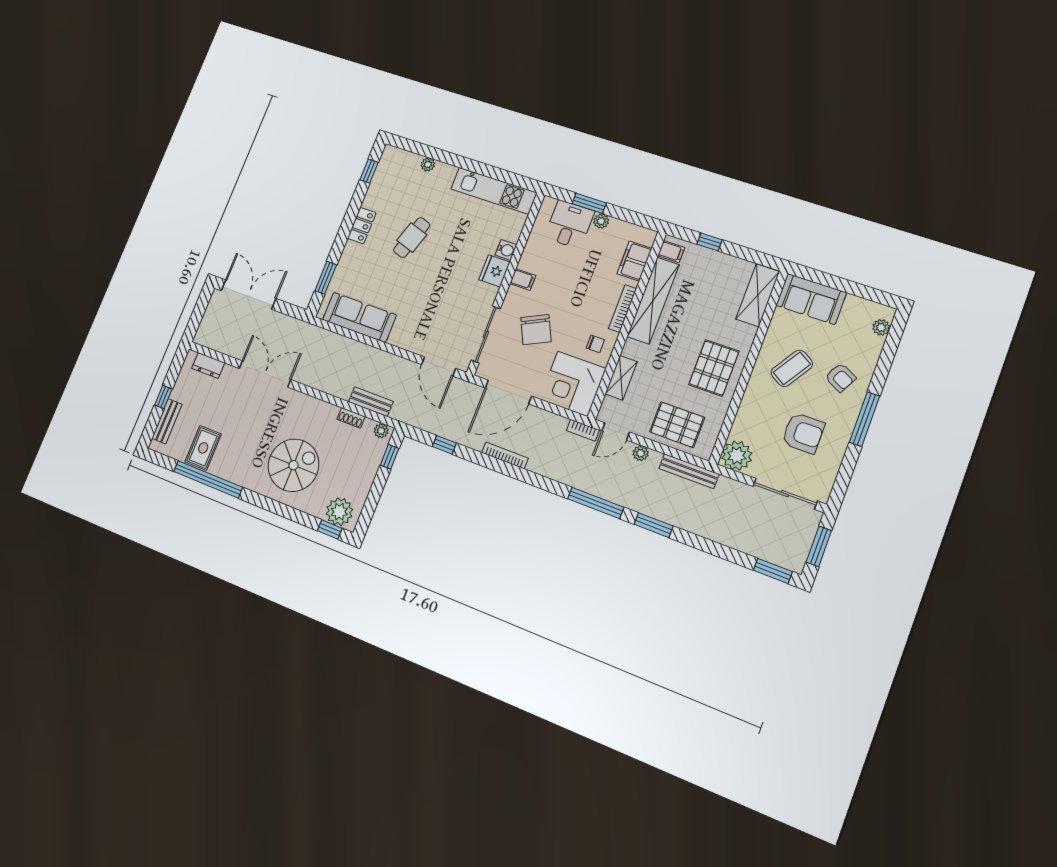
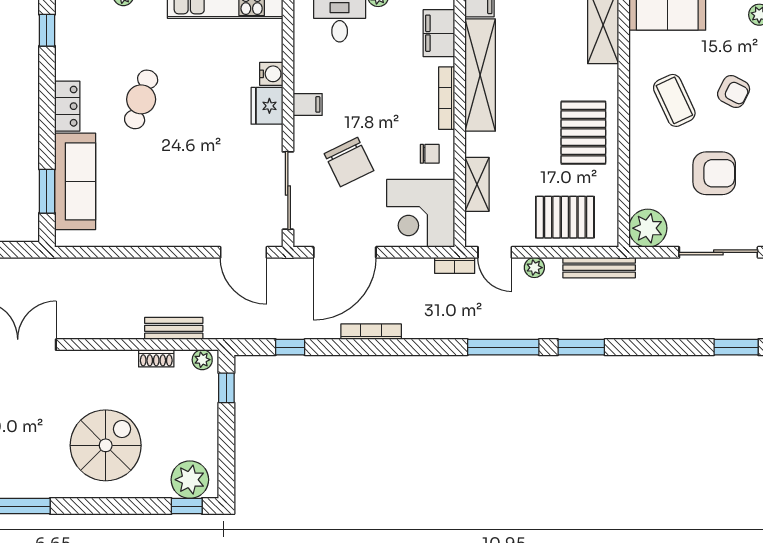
sofa: (359, 317) -> (75, 181), moved, turned 90
coffee table: (792, 368) -> (674, 100), turned -57
door: (616, 431) -> (495, 252), hinge flipped

